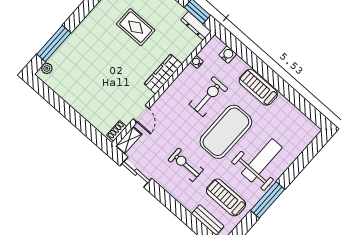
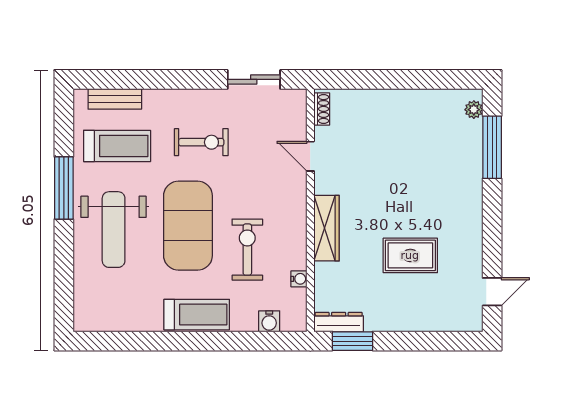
exercise bike: (208, 96) -> (247, 250), turned 180
shelving: (129, 140) -> (297, 111), removed

